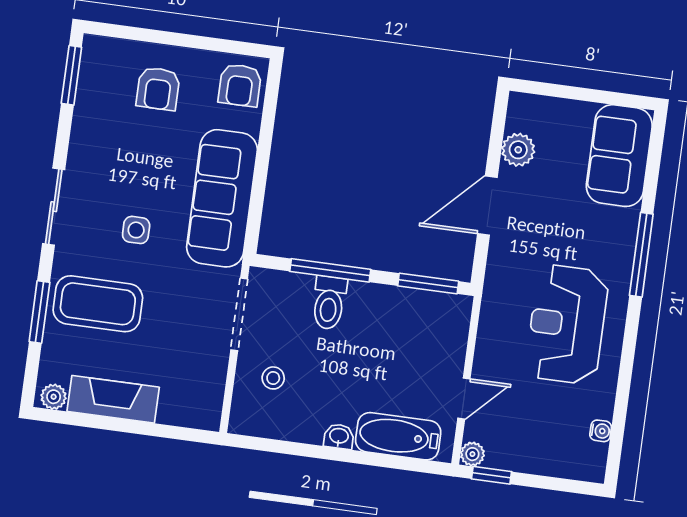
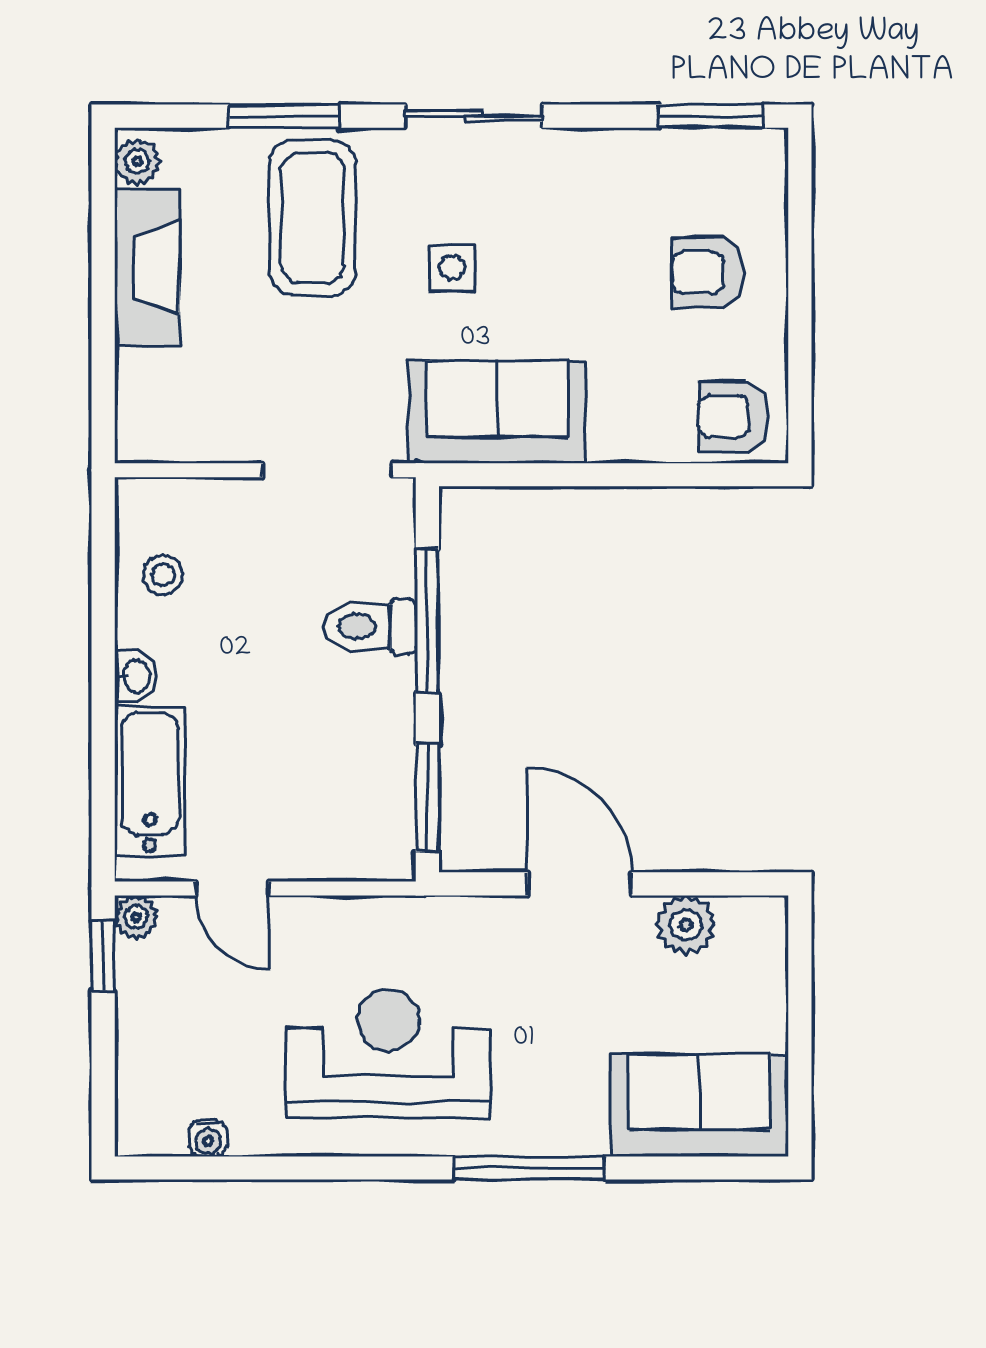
sofa: (222, 198) -> (497, 412), width x0.73
stool: (273, 378) -> (163, 575), moved

